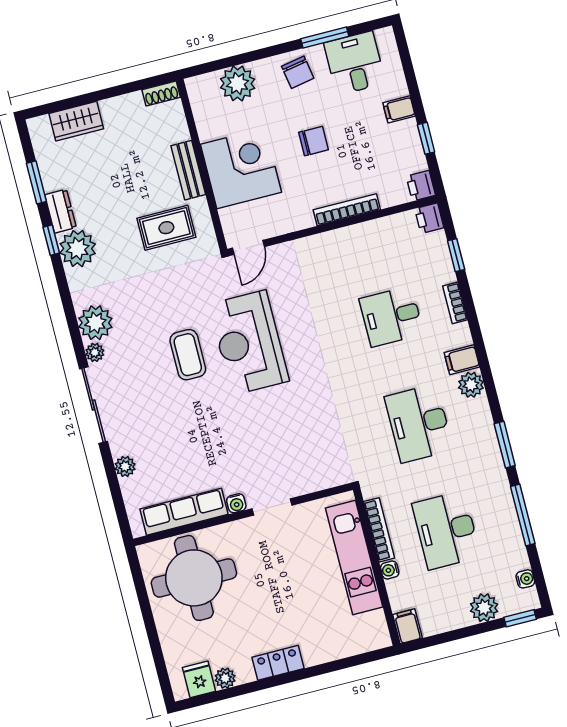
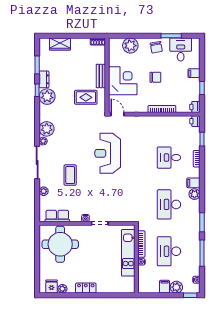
door: (248, 247) -> (117, 114), swing flipped
coffee table: (188, 355) -> (70, 175), moved
row of seats: (184, 512) -> (57, 216), width x0.68
filing cabinet: (407, 626) -> (165, 287), moved

